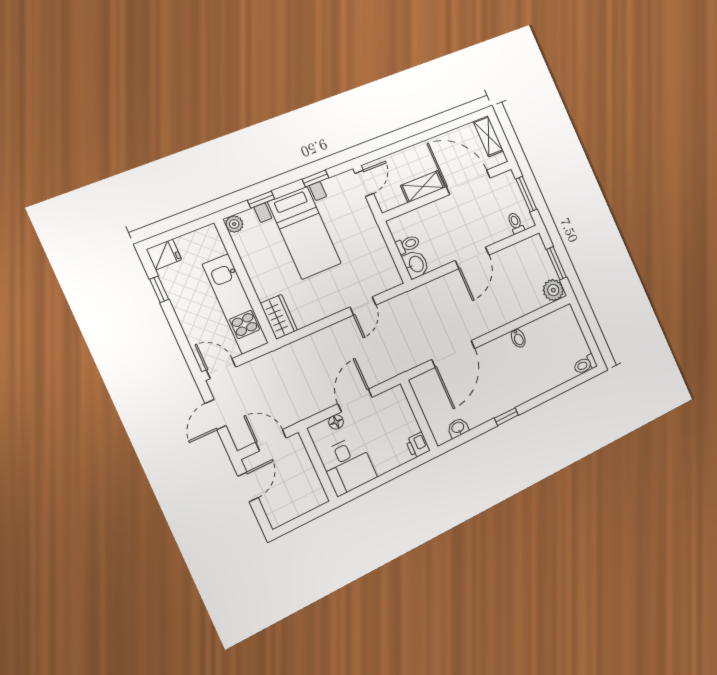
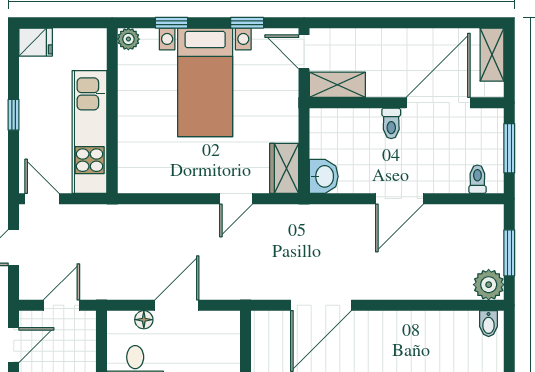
door: (468, 182) -> (438, 103), hinge flipped
door: (364, 183) -> (304, 52), swing flipped
shelving: (423, 187) -> (337, 85), moved
toilet: (408, 244) -> (391, 123), moved, turned 90
window: (159, 289) -> (14, 115), moved
wardrobe: (279, 317) -> (284, 168), moved, turned 180
bidet: (518, 338) -> (489, 324), moved
door: (271, 440) -> (61, 305), hinge flipped

